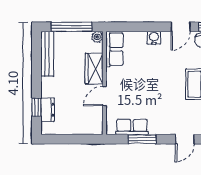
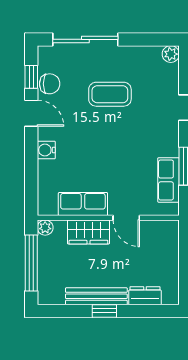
row of seats: (114, 49) -> (83, 204), moved
bench: (47, 54) -> (96, 296), moved
window: (36, 107) -> (104, 311), moved

